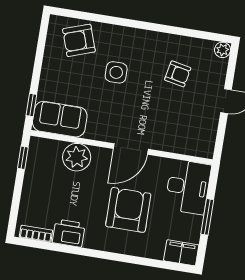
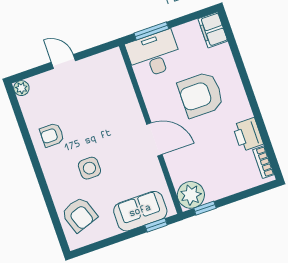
armchair: (178, 74) -> (52, 135), moved, turned -101
sofa: (60, 119) -> (140, 211), moved, turned 90
door: (131, 149) -> (154, 139), moved
plant: (77, 157) -> (191, 195), moved
window: (207, 217) -> (151, 31), moved

